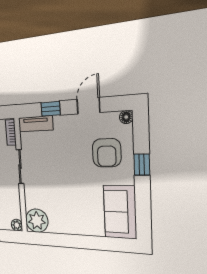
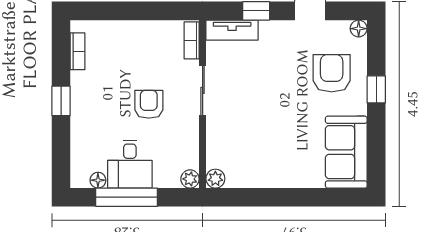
armchair: (107, 153) -> (332, 73), turned 180
plant: (37, 221) -> (215, 179), width x0.53, depth x0.53

